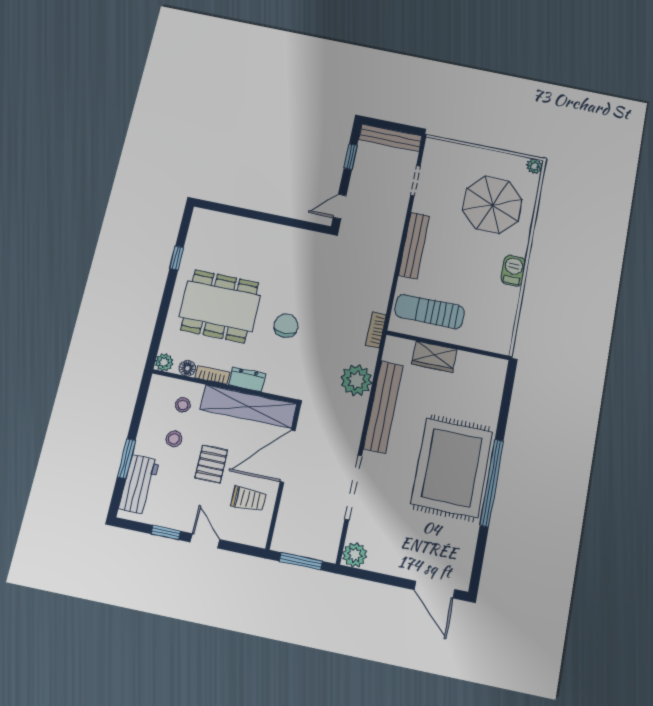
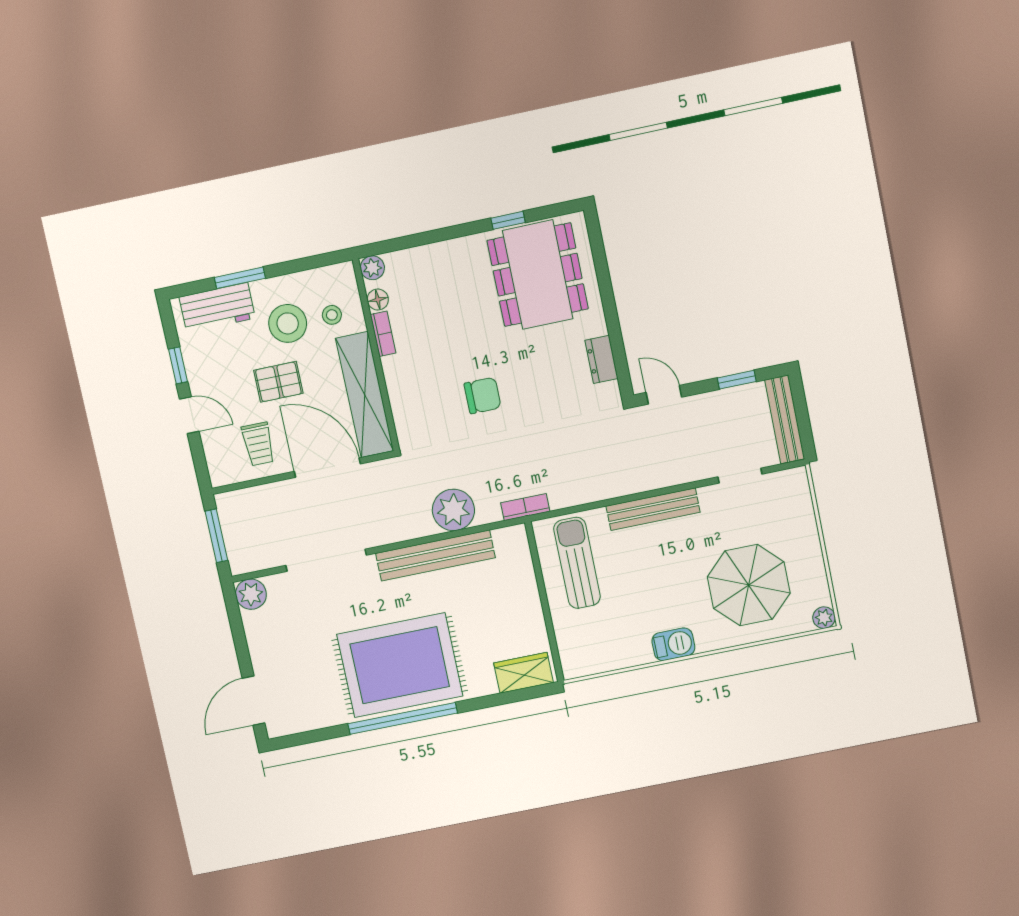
dining table: (220, 306) -> (538, 275), moved
wardrobe: (434, 357) -> (524, 673), moved, turned 90
dresser: (247, 379) -> (601, 359), moved, turned 180
stool: (174, 439) -> (288, 323), width x1.89, depth x1.89
door: (205, 541) -> (189, 415), hinge flipped

